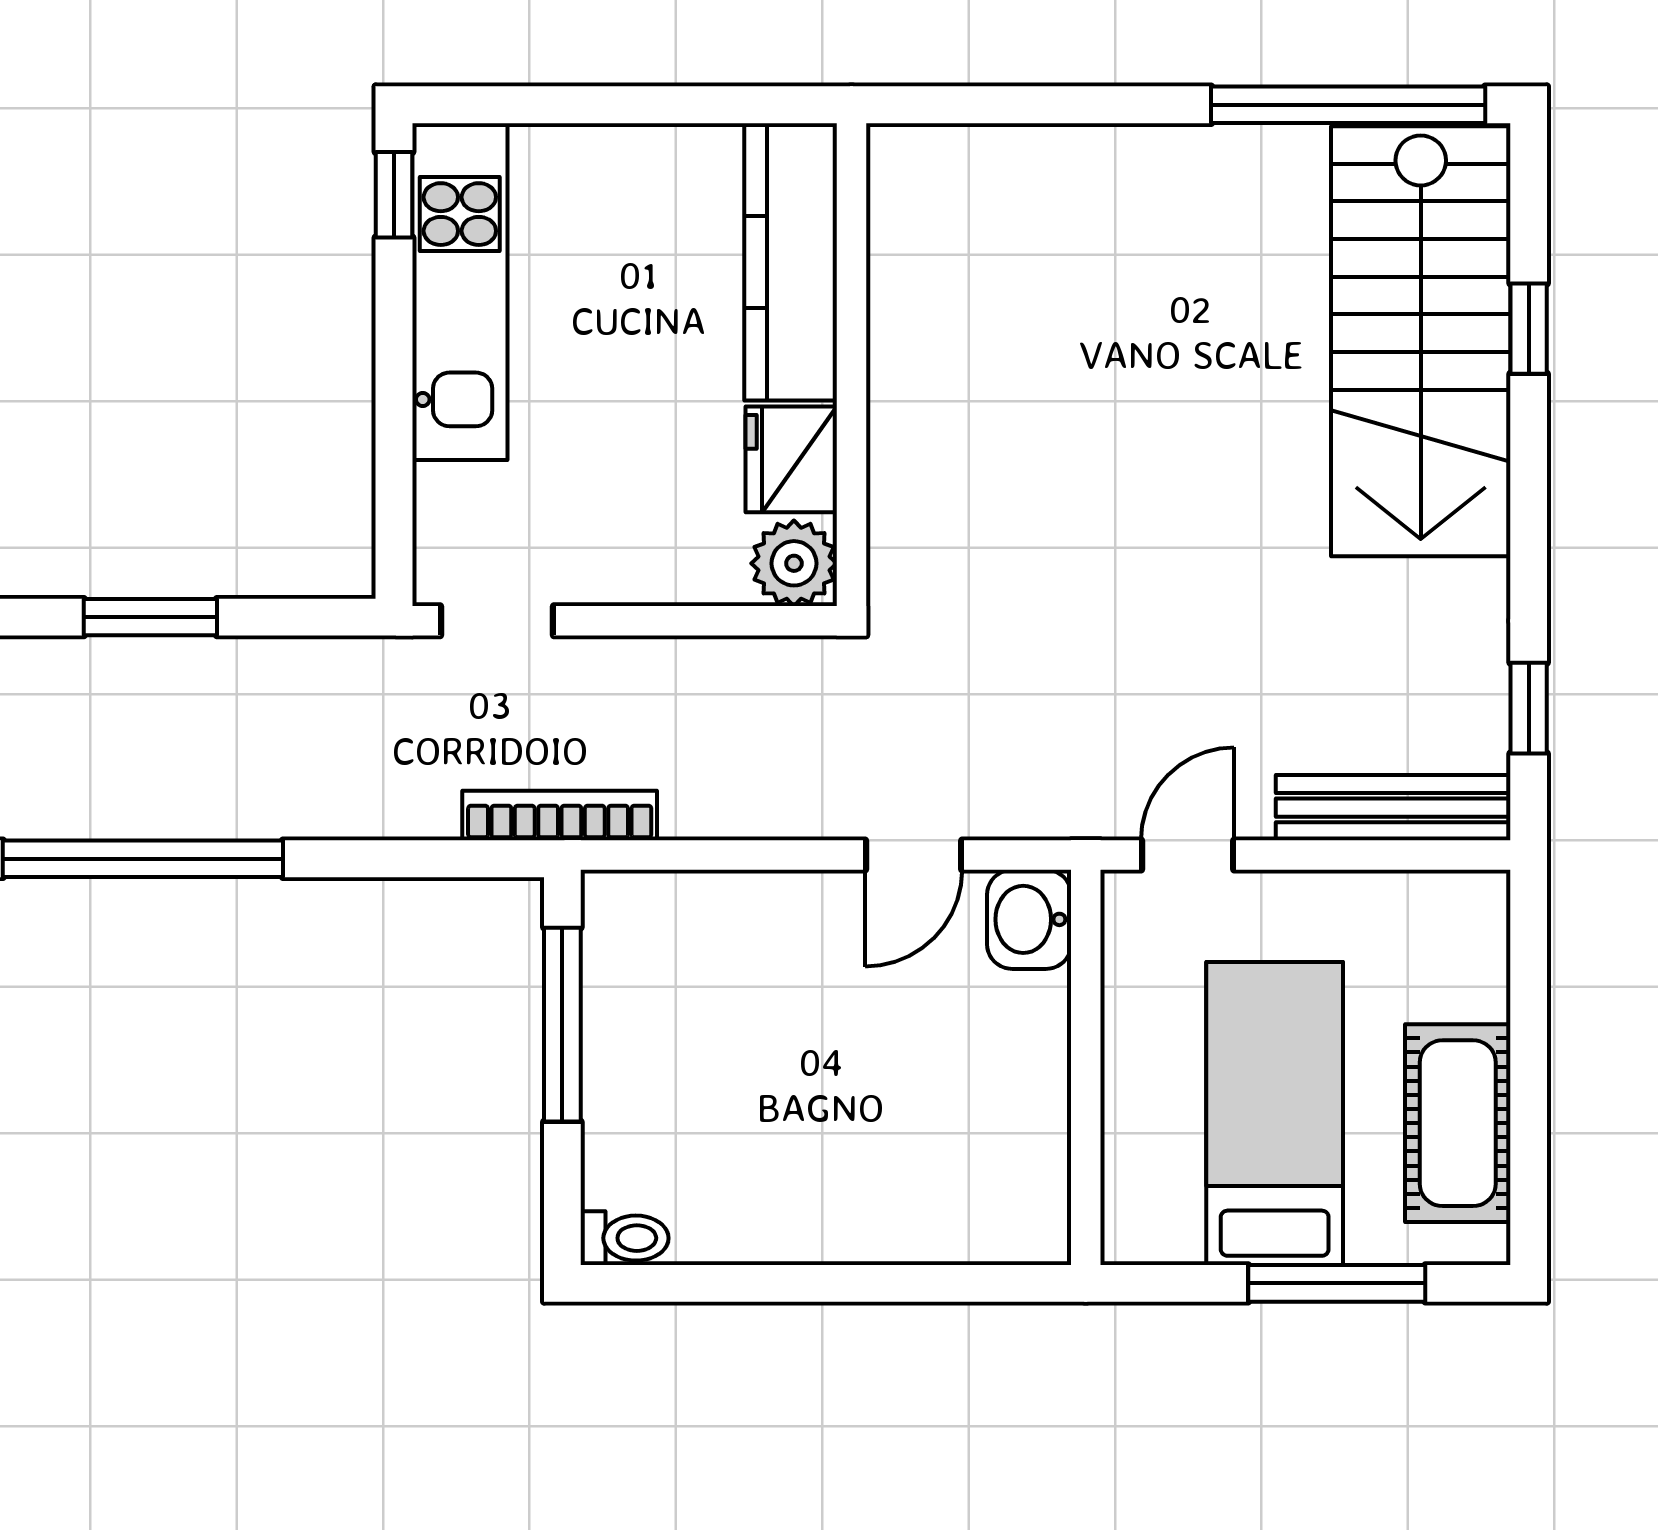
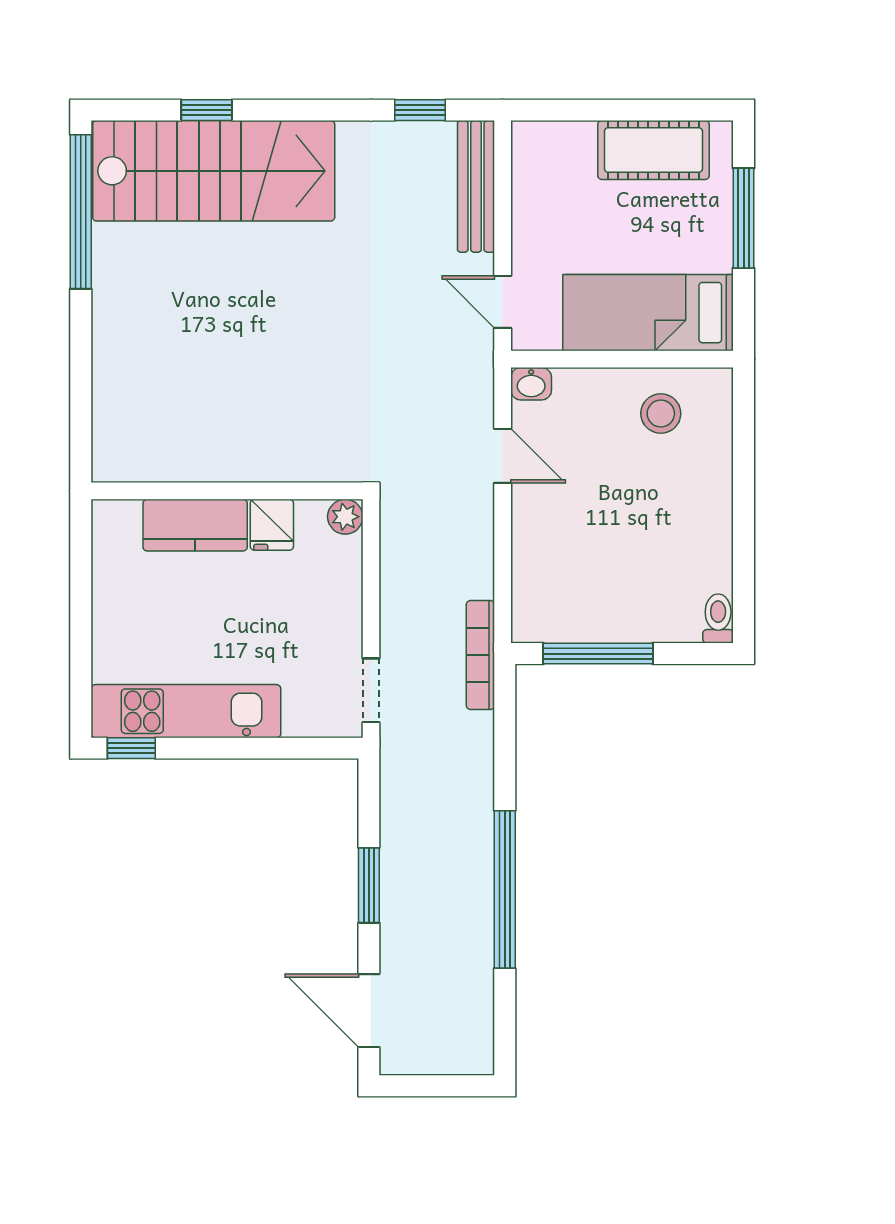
kitchen counter: (791, 262) -> (195, 525), width x0.67
fridge: (791, 459) -> (272, 525), width x0.72
plant: (794, 563) -> (345, 517), width x0.73, depth x0.73
washbasin: (1029, 919) -> (531, 384), width x0.72, depth x0.69
bed: (1275, 1114) -> (648, 313), moved
stool: (989, 1136) -> (661, 414), added

